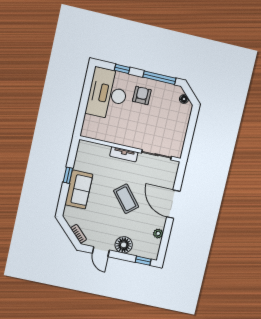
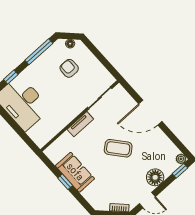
armchair: (142, 95) -> (69, 68), moved
sofa: (79, 190) -> (75, 172), moved
plant: (158, 234) -> (181, 159), moved

